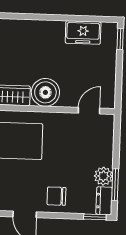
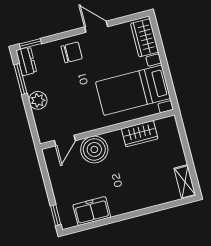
boiler: (45, 92) -> (94, 149), moved
plant: (103, 176) -> (38, 100), moved

